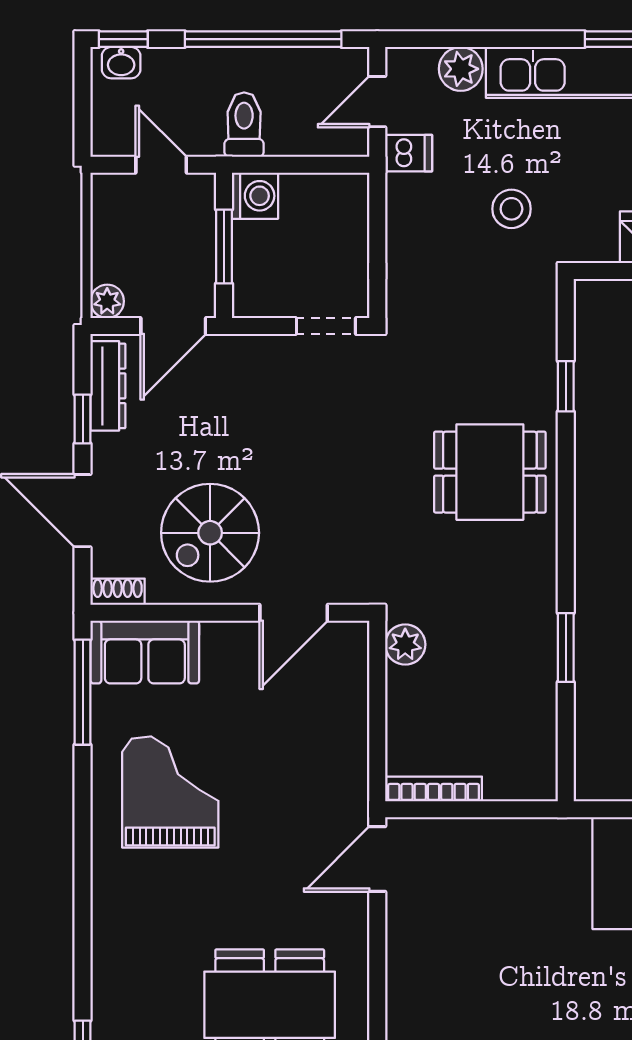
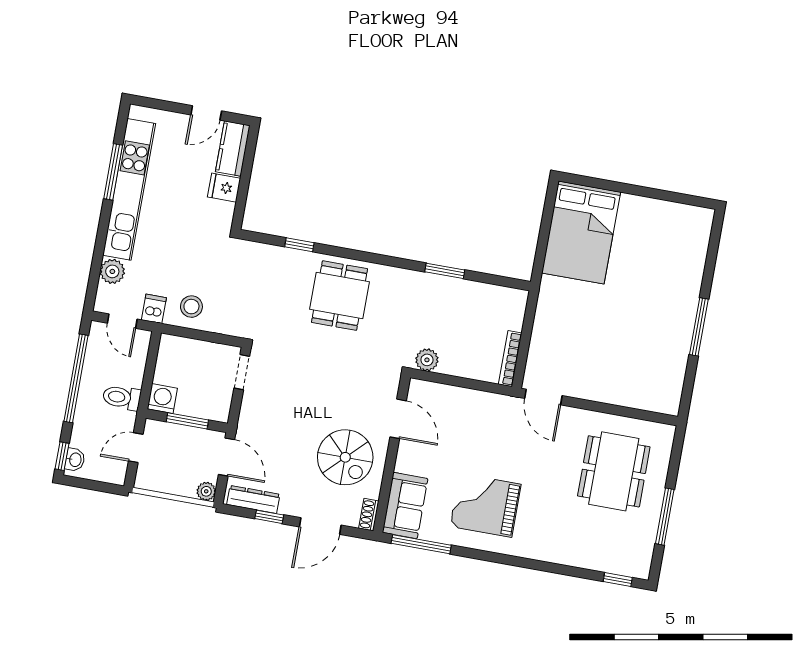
stool: (511, 209) -> (191, 307), moved

